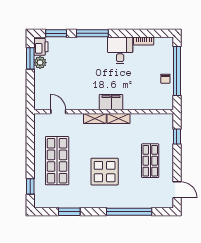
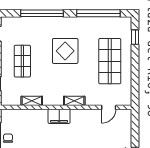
door: (58, 112) -> (109, 107), hinge flipped
shelving: (118, 118) -> (32, 101), moved
window: (69, 212) -> (98, 13), width x2.11

